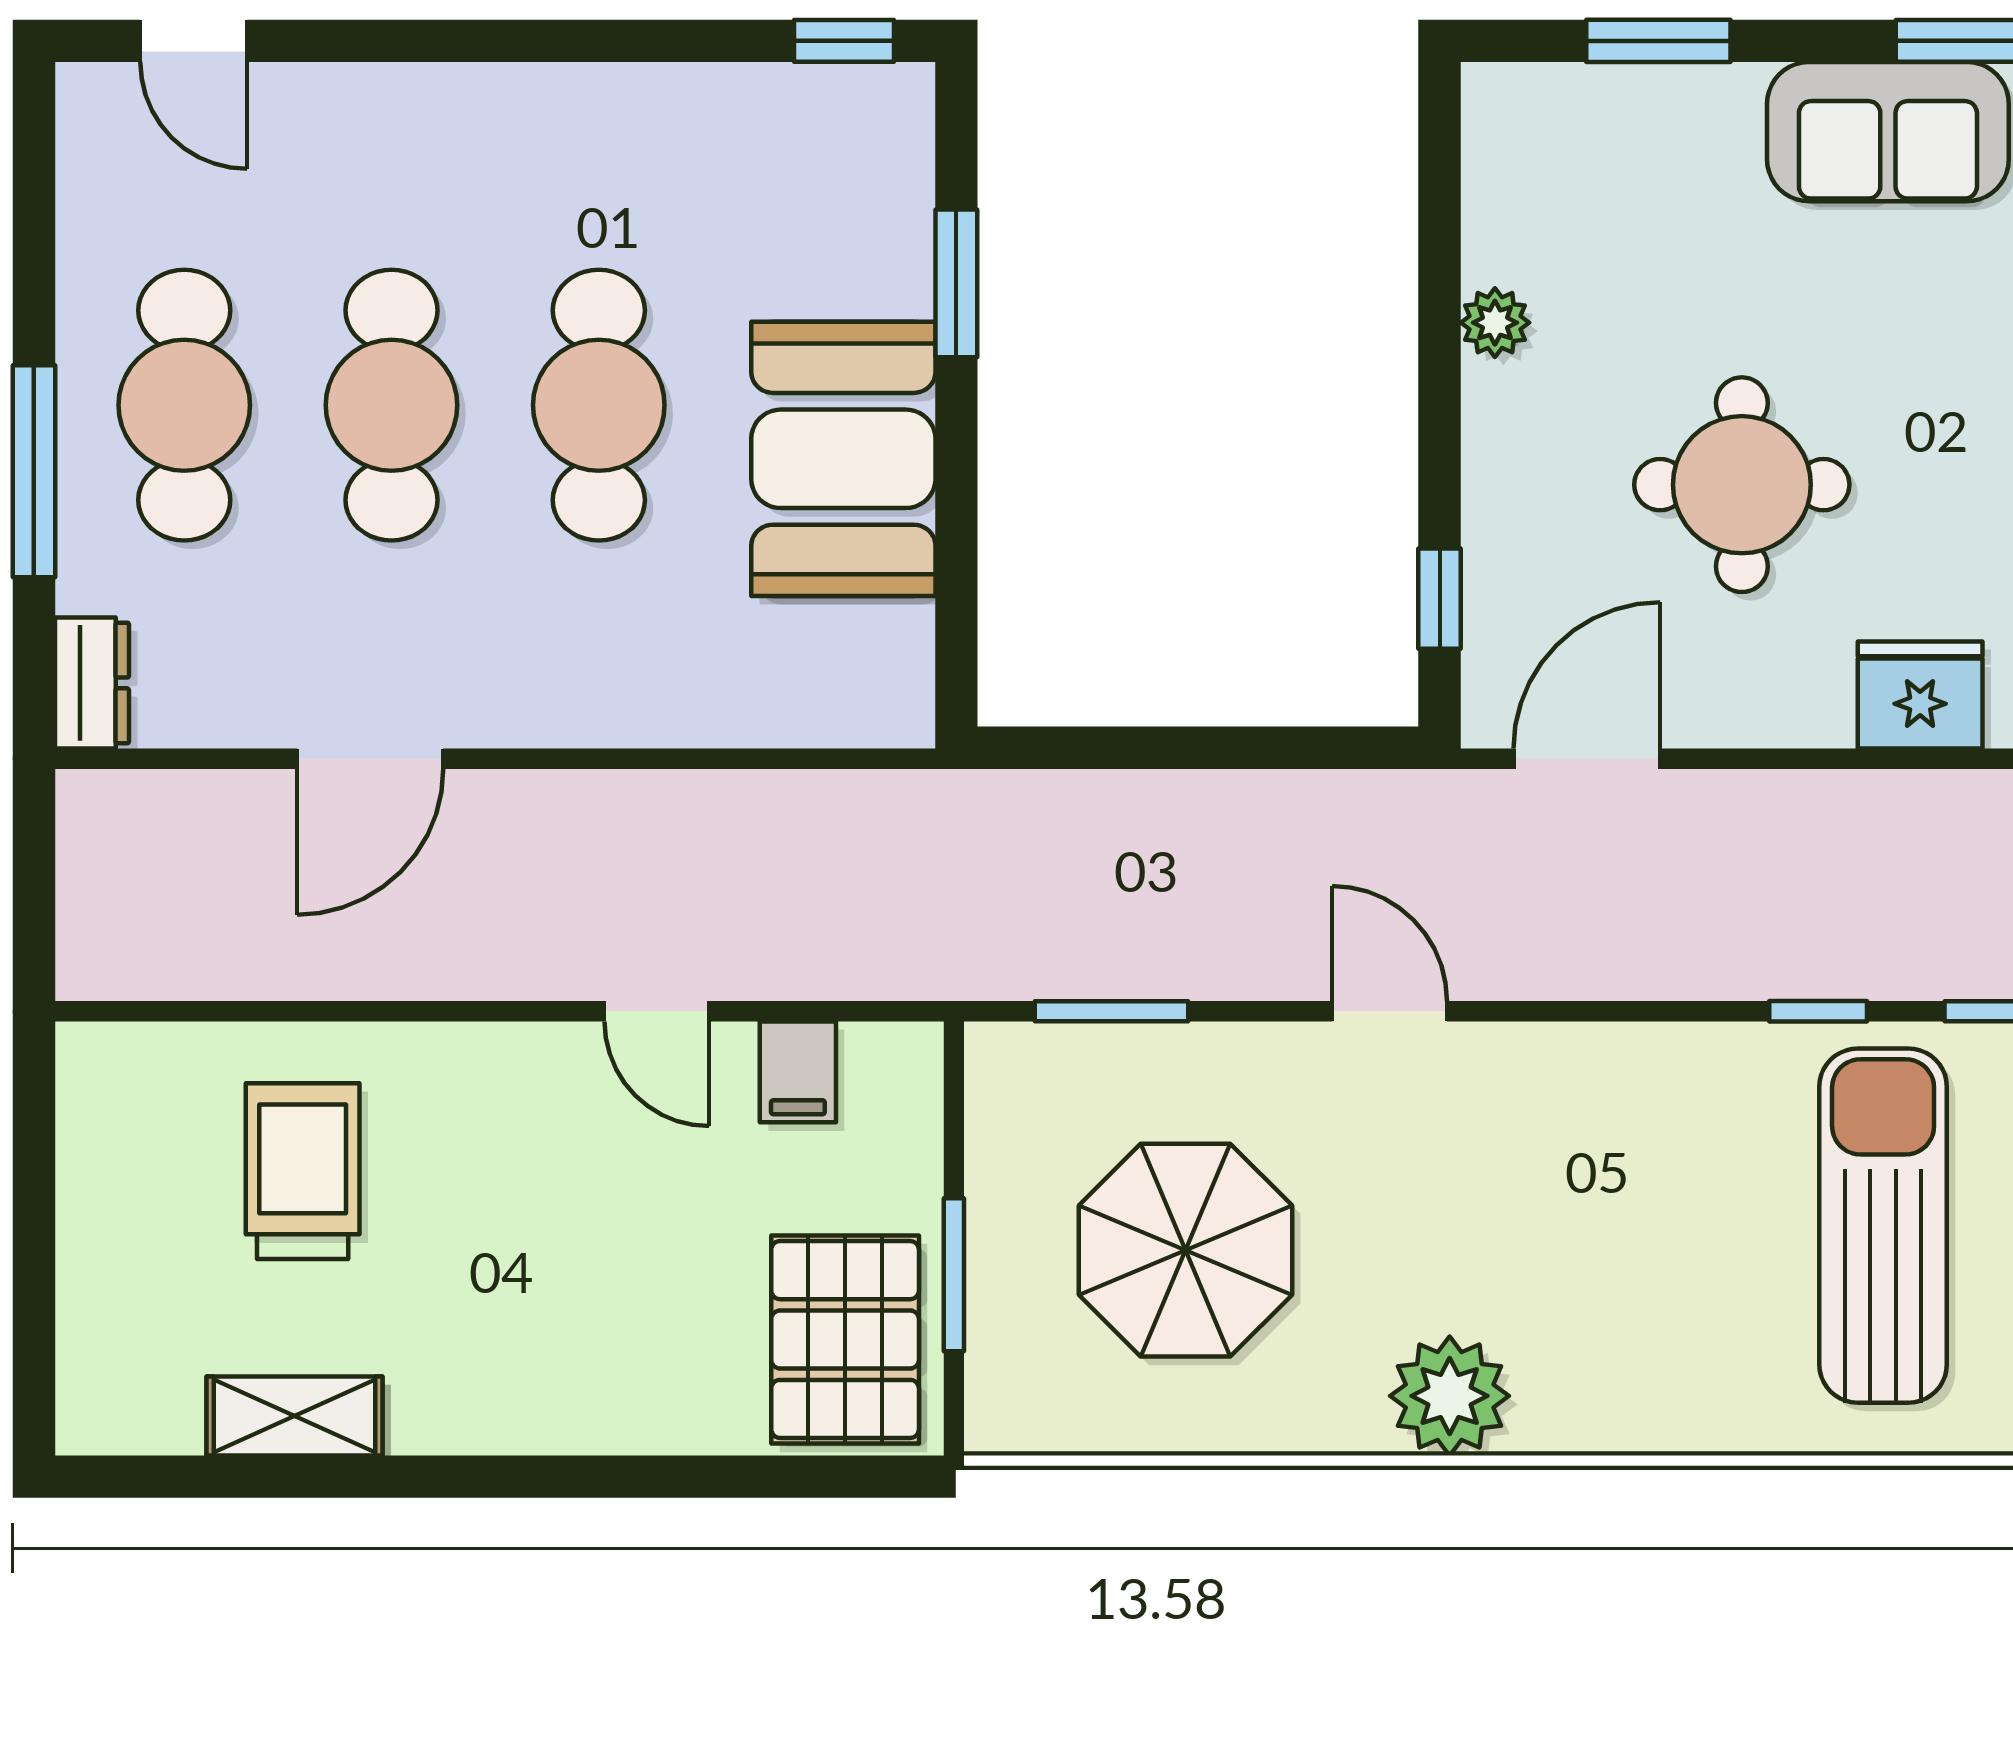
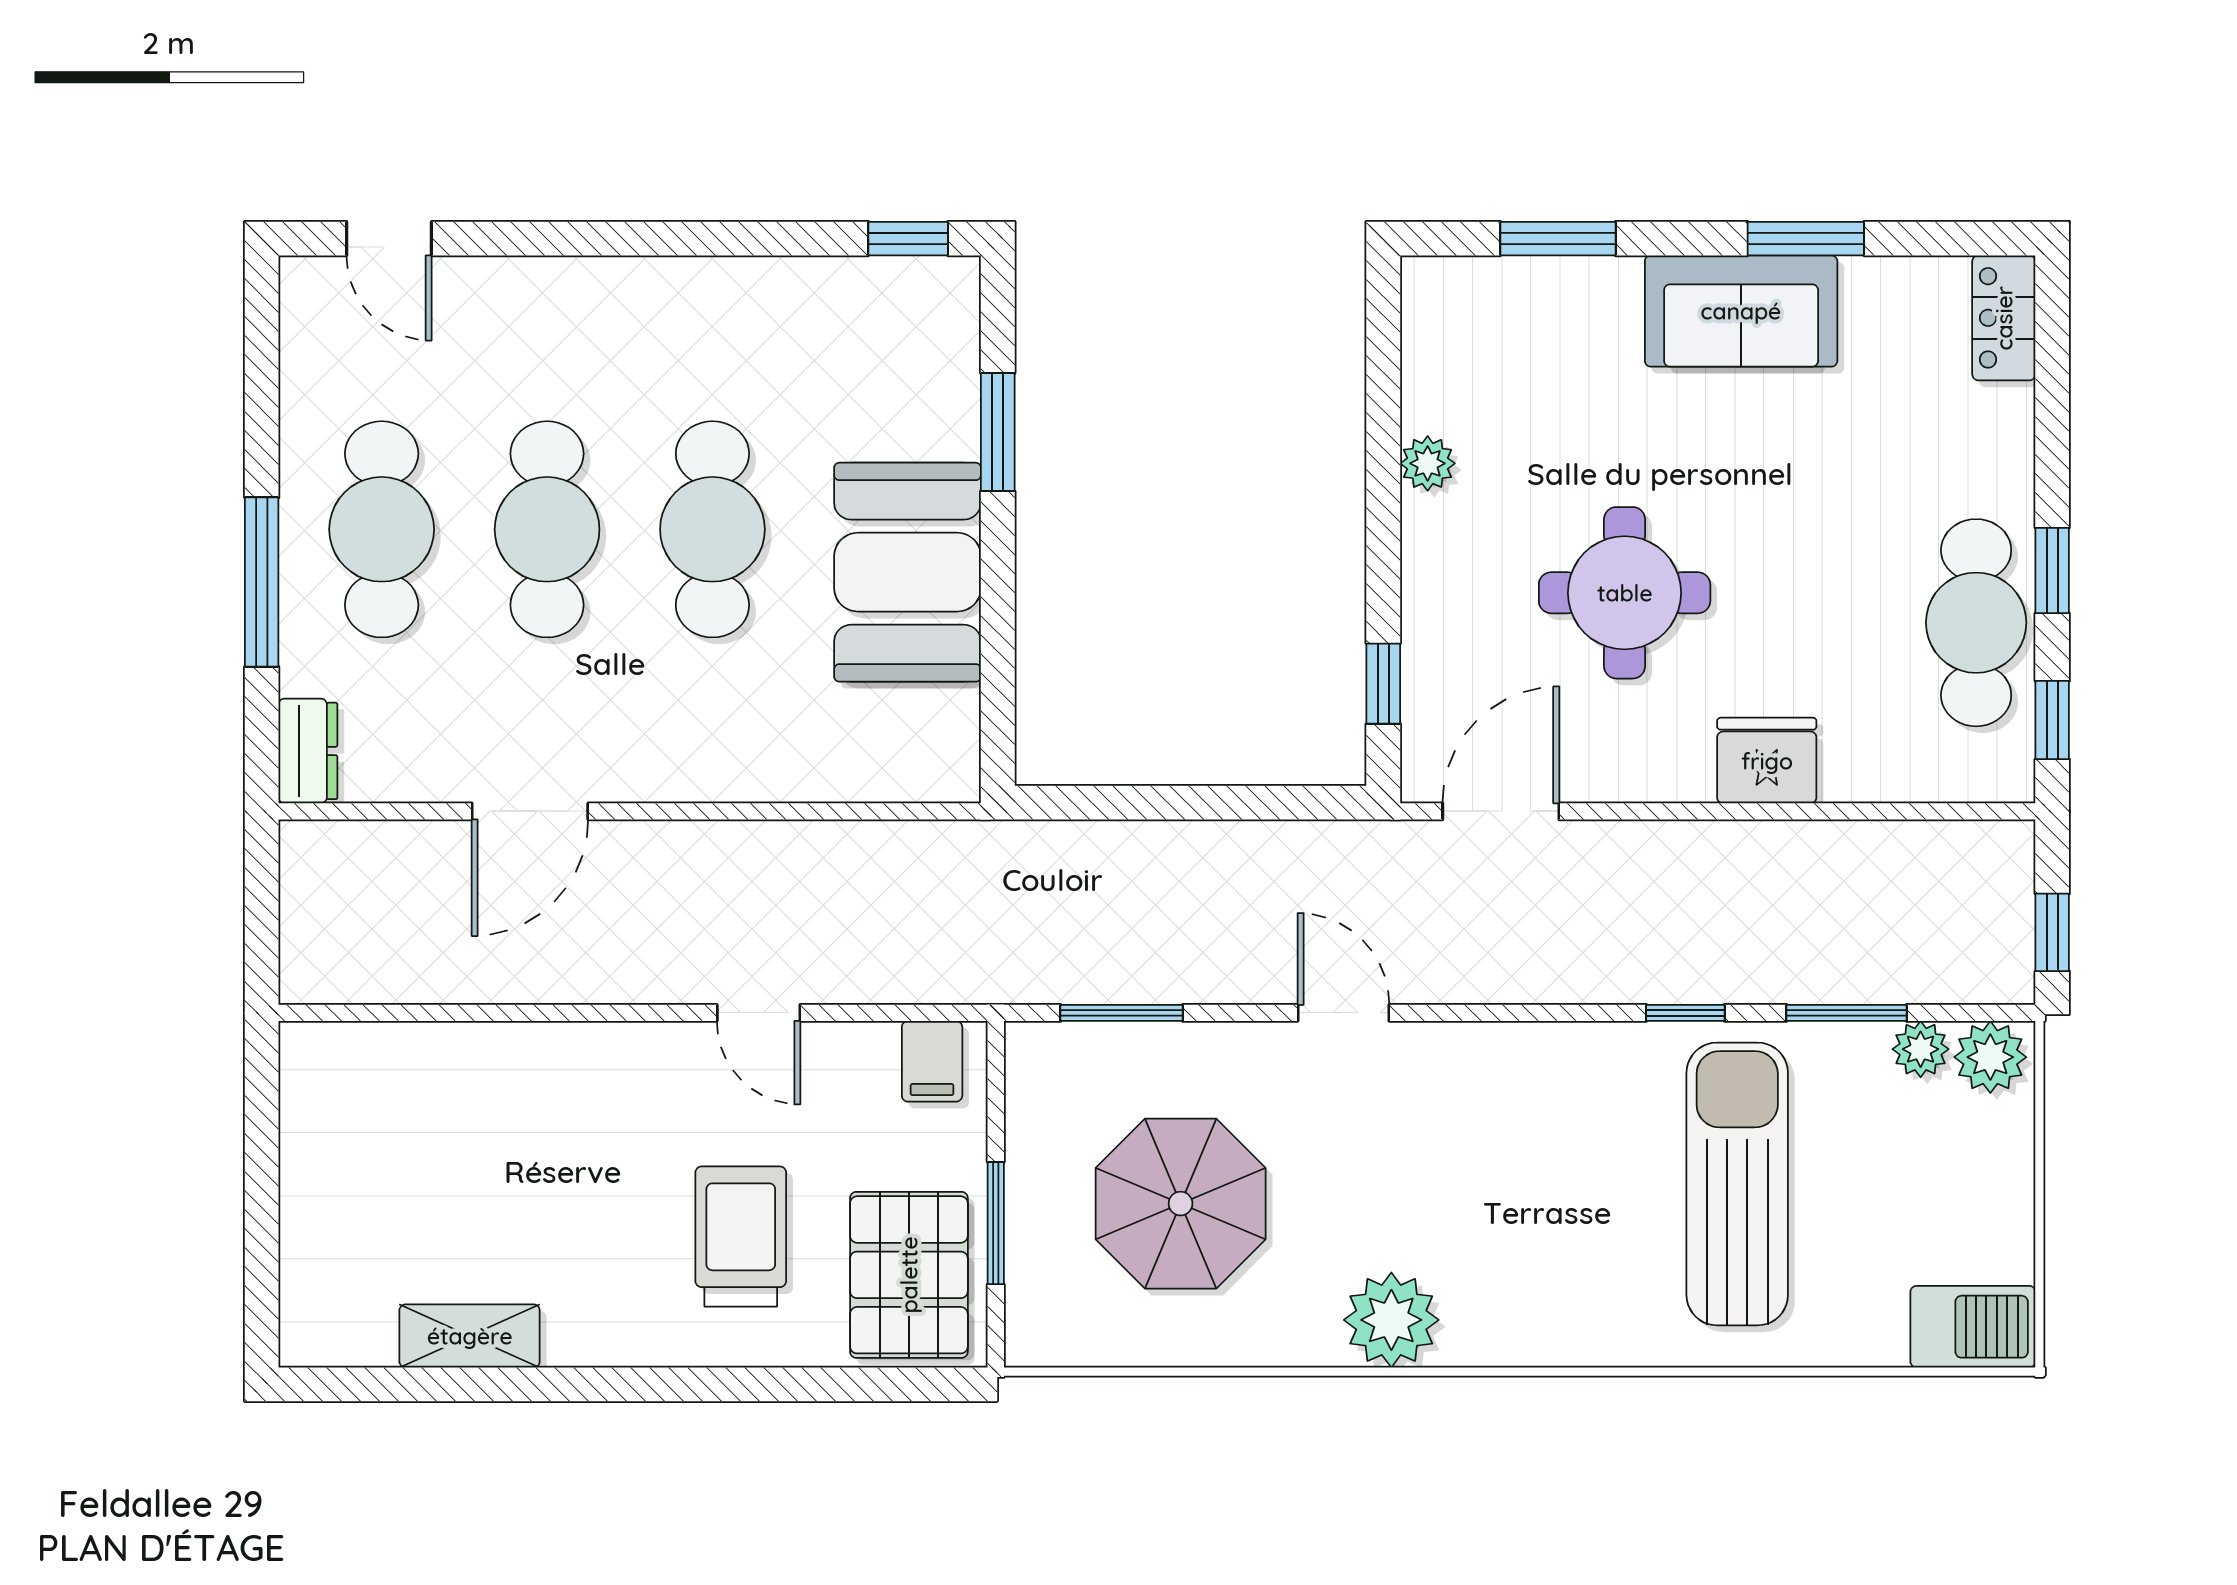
filing cabinet: (798, 1072) -> (932, 1061), moved
trolley: (303, 1171) -> (741, 1237), moved

